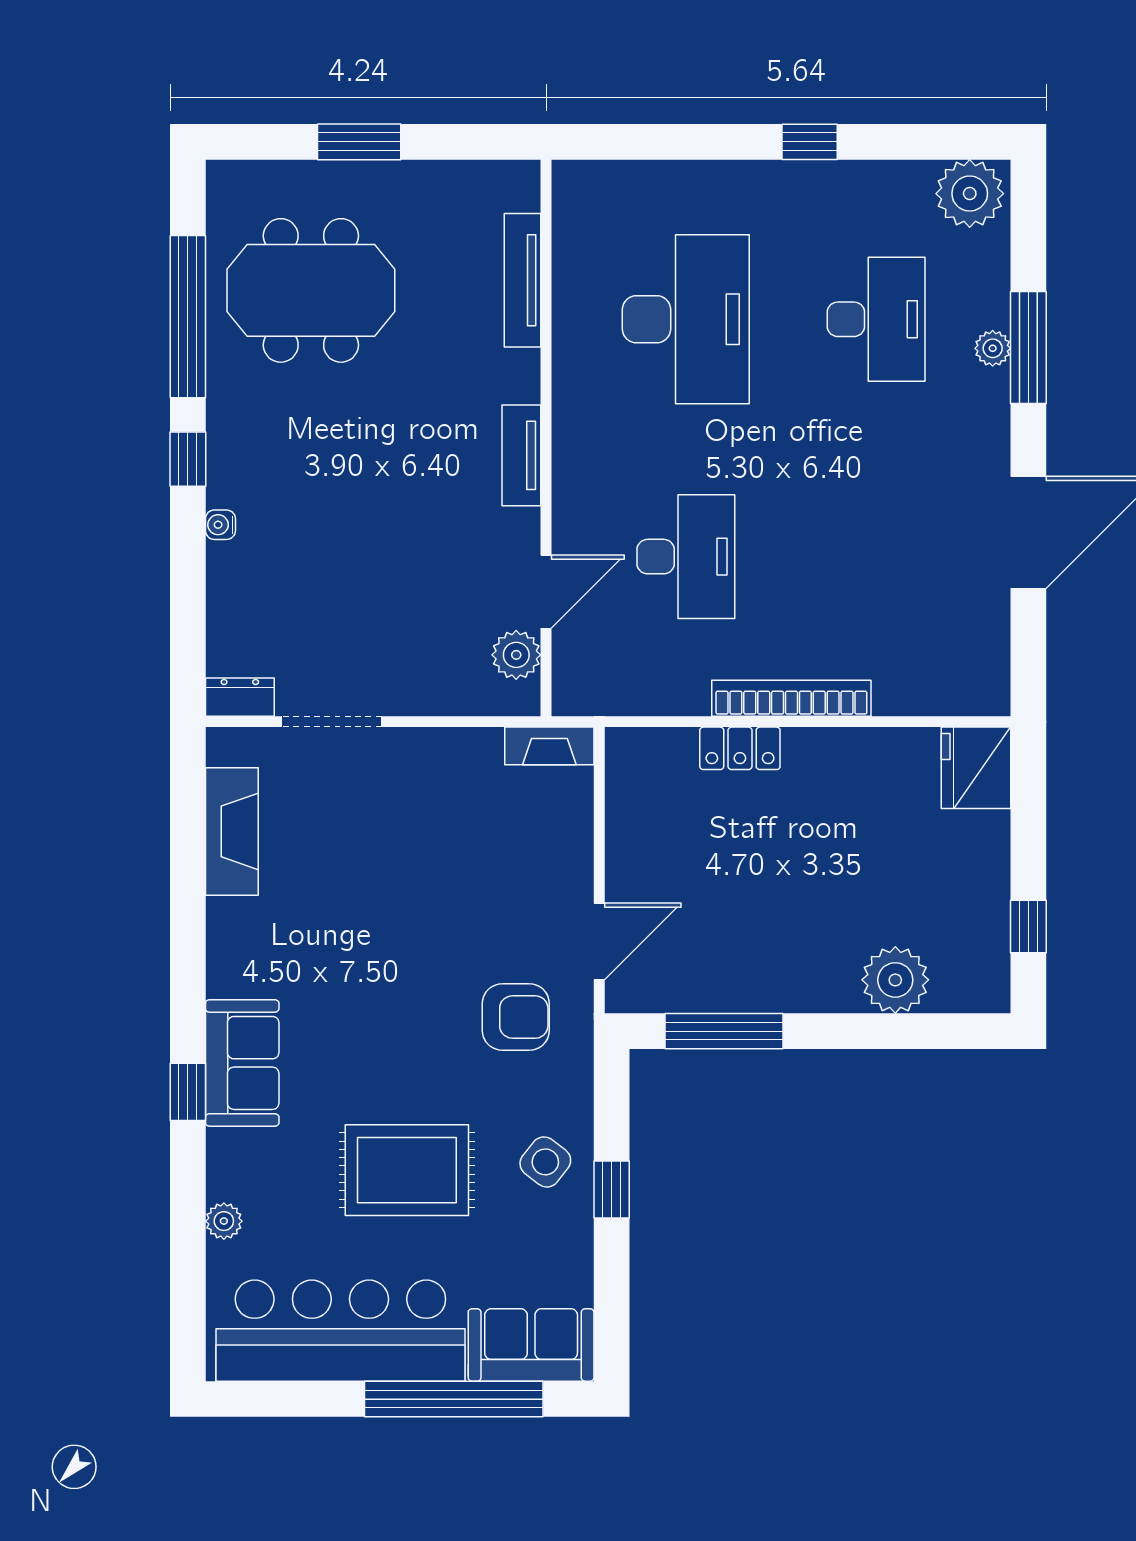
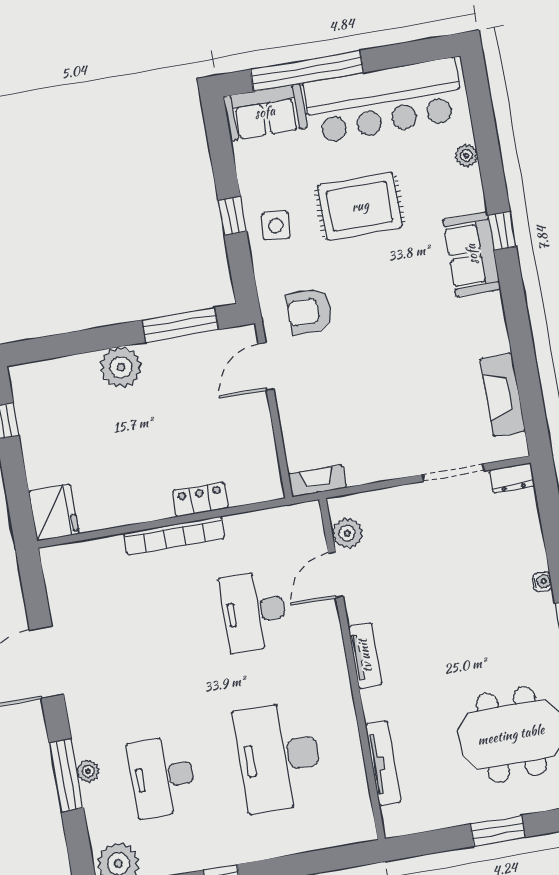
plant: (895, 980) -> (121, 367), moved
side table: (545, 1162) -> (276, 226), turned -33

